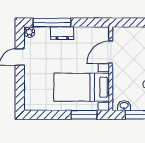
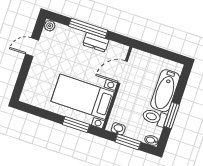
window: (52, 23) -> (88, 28), moved
dresser: (62, 33) -> (96, 42), moved

